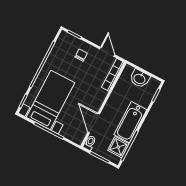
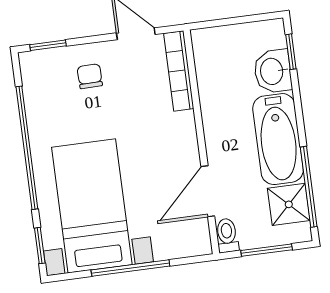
washbasin: (140, 79) -> (273, 71), moved, turned 90
door: (94, 123) -> (208, 191), hinge flipped

